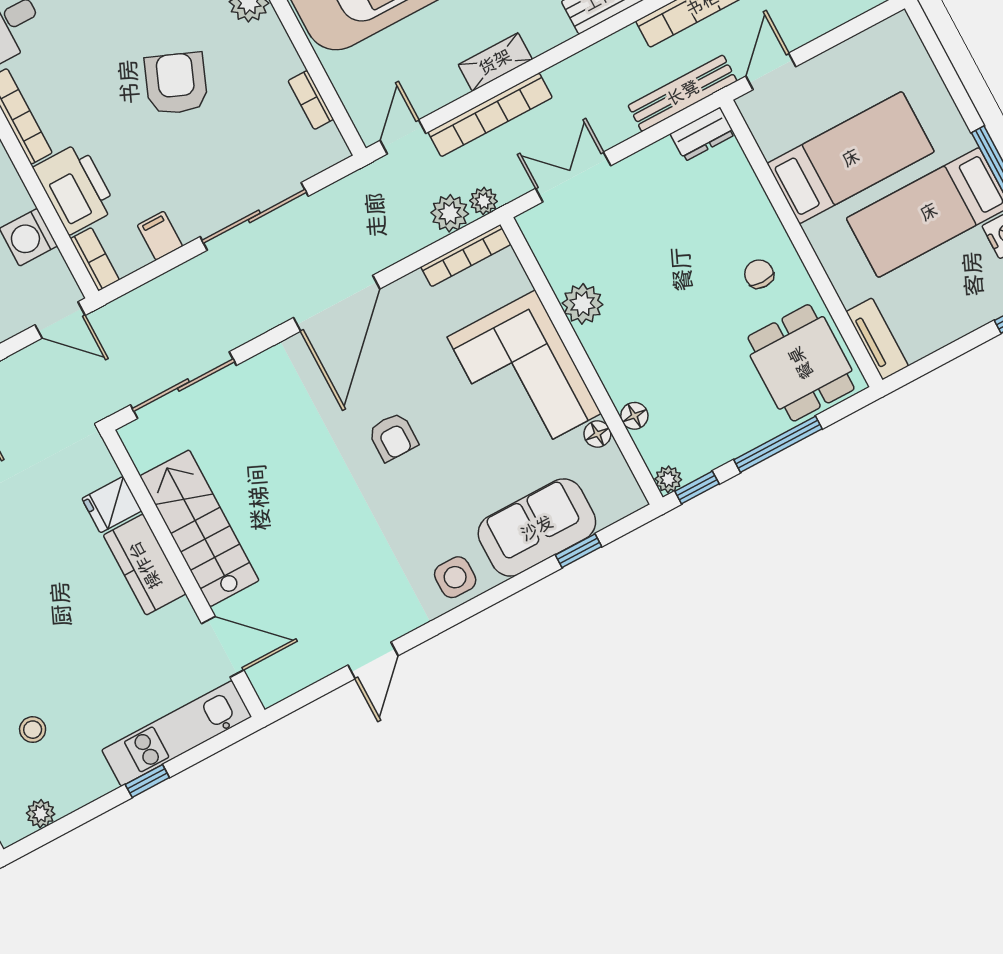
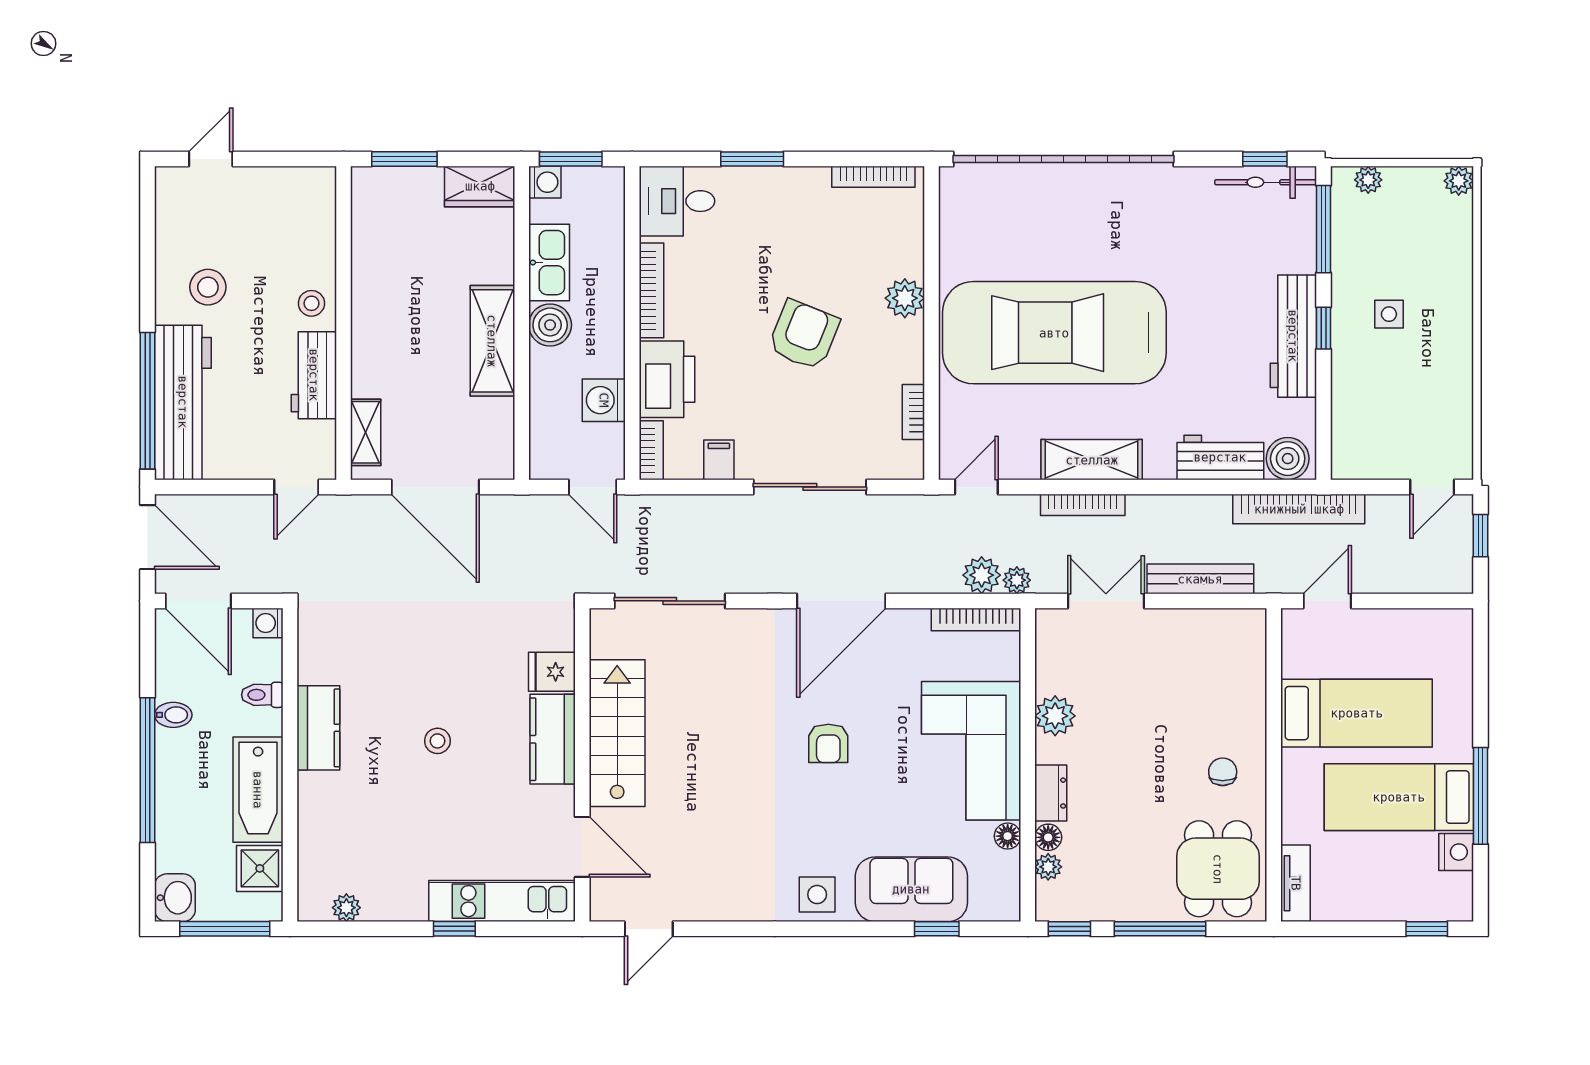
shelving: (495, 62) -> (1092, 460), width x1.50, depth x1.33
bench: (683, 93) -> (1200, 579), moved
bookcase: (490, 115) -> (1083, 505), width x0.68, depth x0.76
dresser: (703, 134) -> (1051, 793), moved, turned -90
plant: (668, 479) -> (1048, 867), moved
door: (373, 660) -> (649, 929), moved
stool: (33, 730) -> (437, 741), moved

